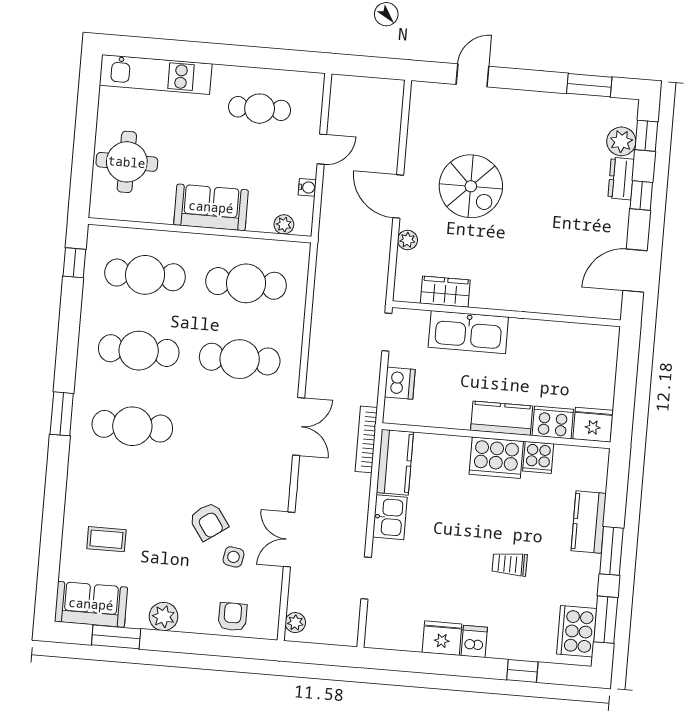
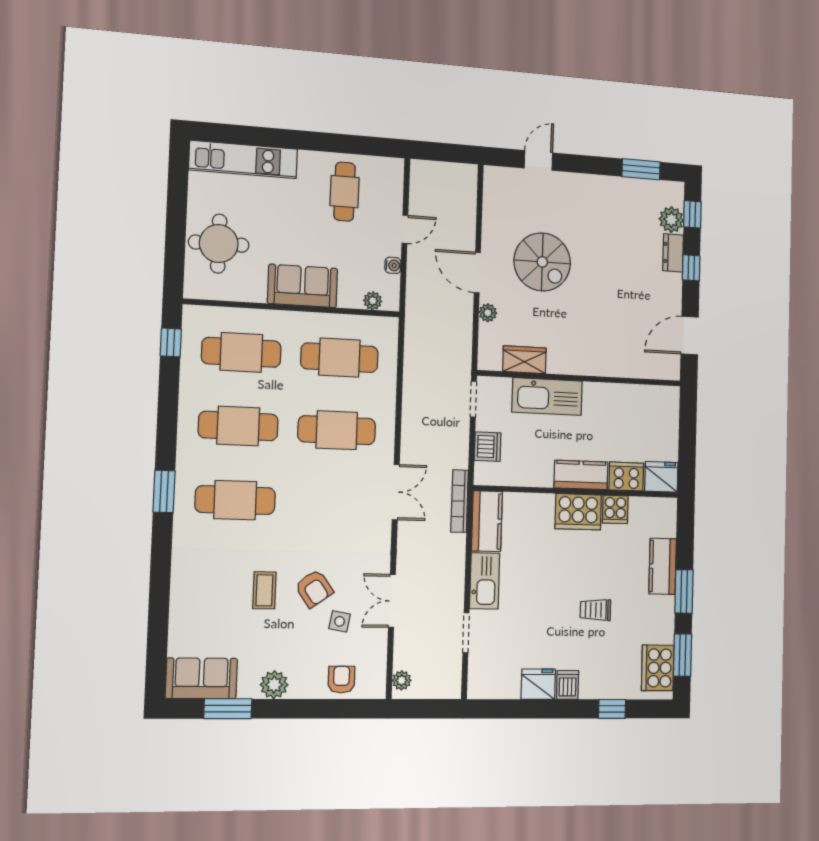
cafe table: (260, 109) -> (345, 192), turned 90
kitchen sink: (390, 517) -> (485, 581), width x1.38
coffee table: (106, 539) -> (264, 590), moved, turned 90

